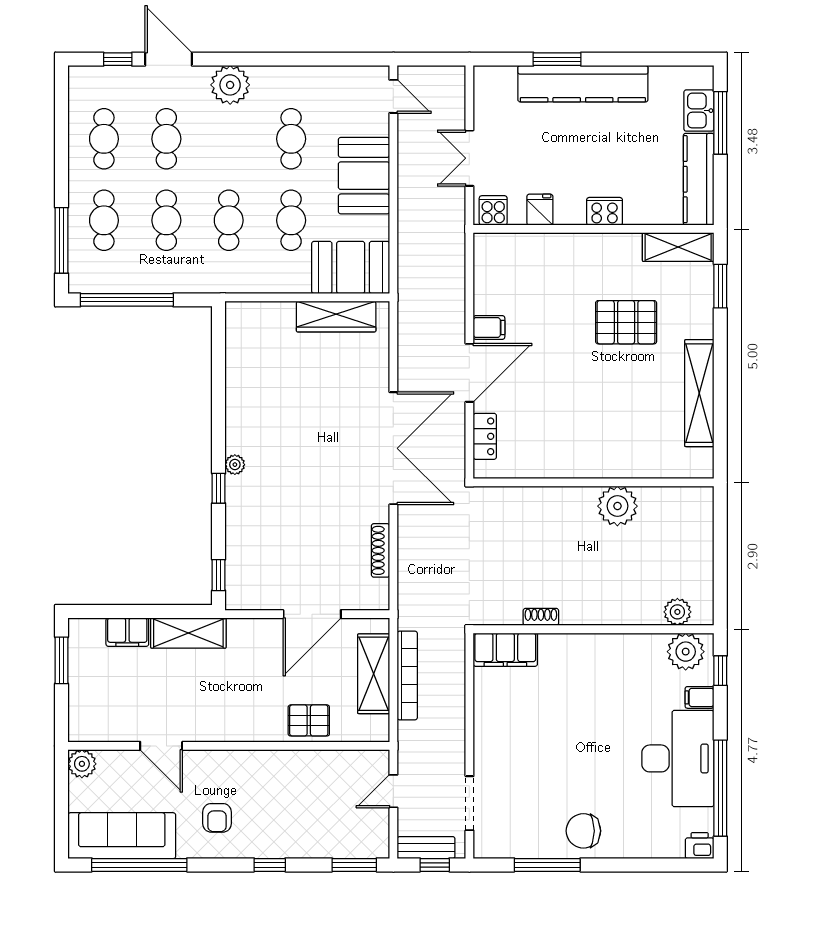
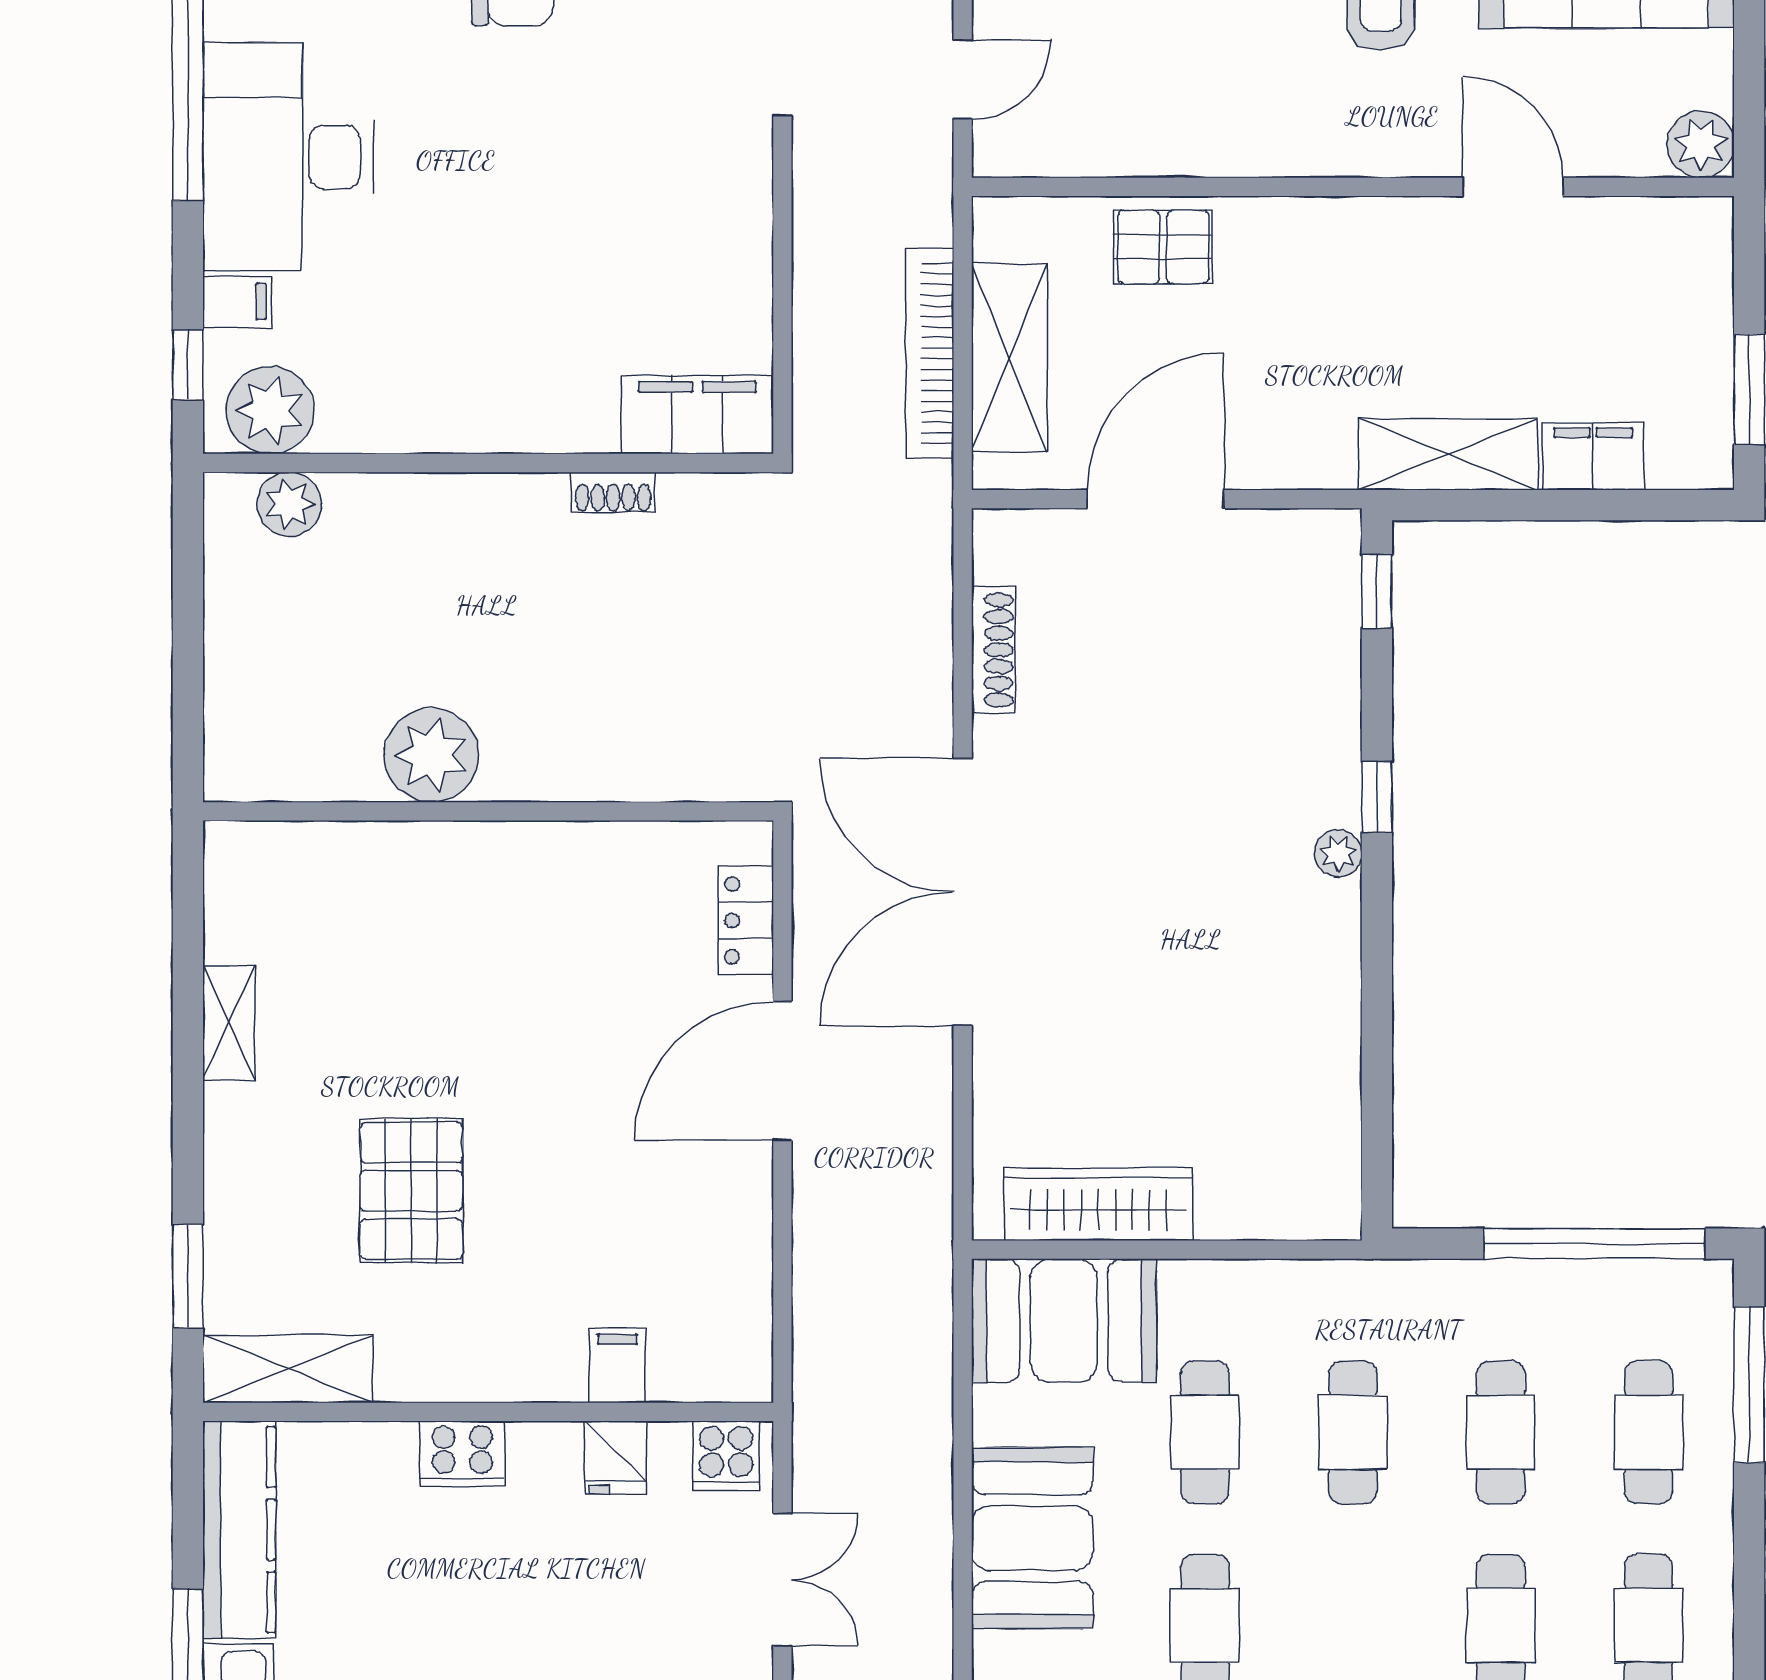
pallet: (626, 322) -> (411, 1191), turned 90
filing cabinet: (489, 327) -> (617, 1365), moved, turned 90
shelving: (699, 393) -> (229, 1023), width x0.45, depth x0.75

